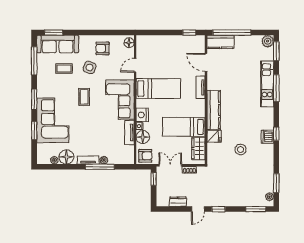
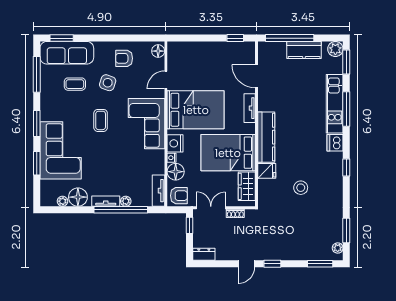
kitchen counter: (220, 42) -> (304, 50), moved
bed: (158, 89) -> (196, 110), width x1.50
bed: (184, 127) -> (228, 153), width x1.50
tv unit: (129, 132) -> (159, 191), moved
dishwasher: (267, 137) -> (335, 143), moved
window: (100, 167) -> (121, 210), width x1.46
dresser: (178, 202) -> (204, 254), moved

